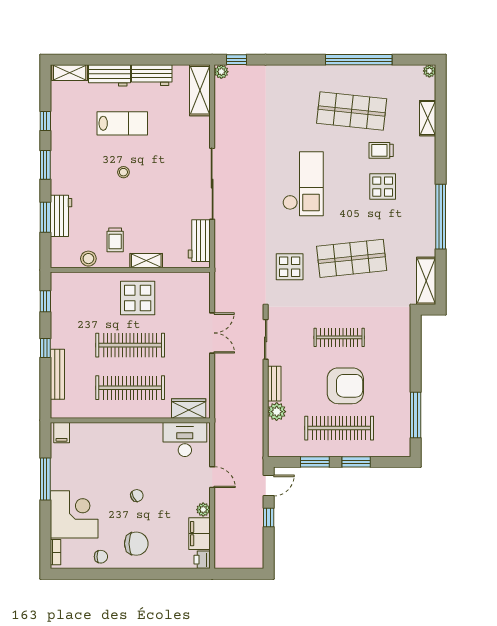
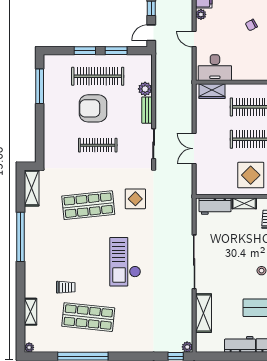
shelving: (200, 90) -> (203, 313), moved
display table: (383, 187) -> (65, 260), removed
workbench: (199, 241) -> (215, 206), moved, turned 90

